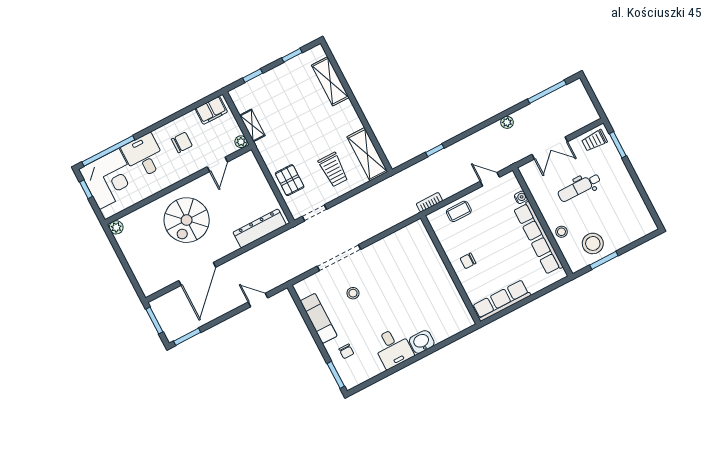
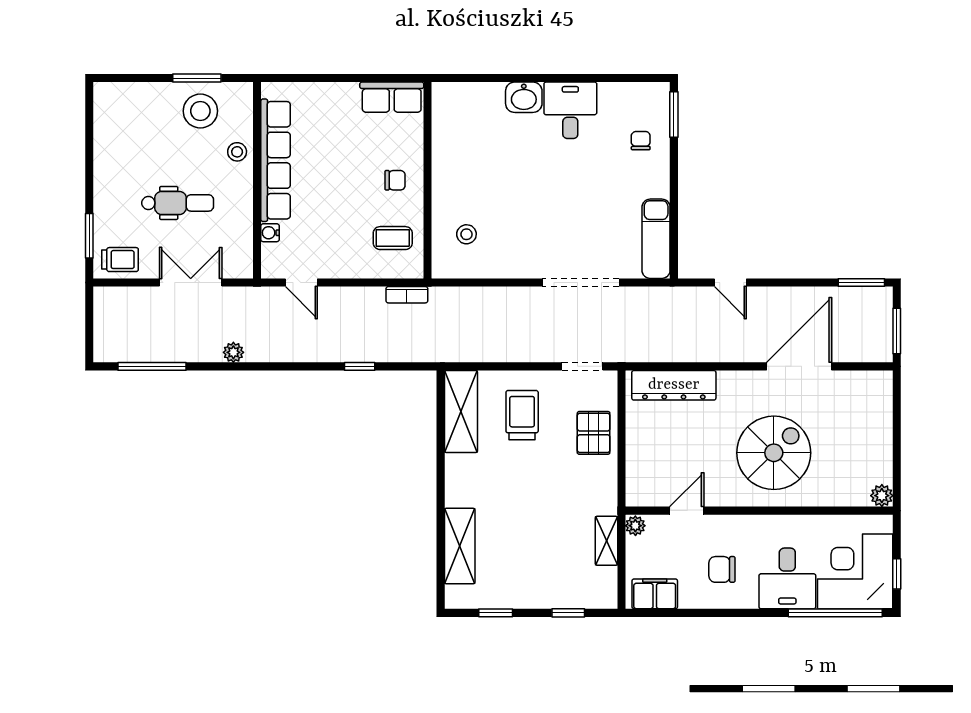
coffee table: (459, 211) -> (393, 238), moved
stool: (353, 293) -> (466, 234), moved
row of seats: (501, 301) -> (392, 97), width x0.68
exam couch: (319, 318) -> (656, 239), moved

